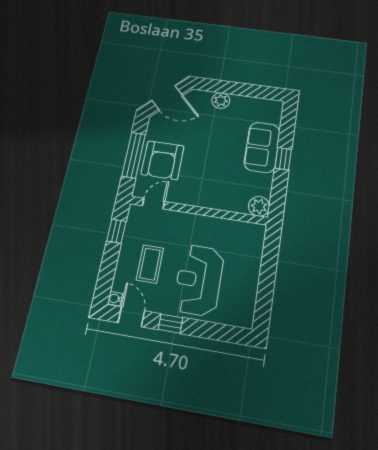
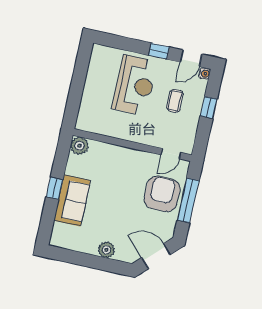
window: (116, 231) -> (209, 108), moved
coffee table: (150, 264) -> (175, 101), width x0.73, depth x0.77
door: (131, 317) -> (191, 58), hinge flipped

